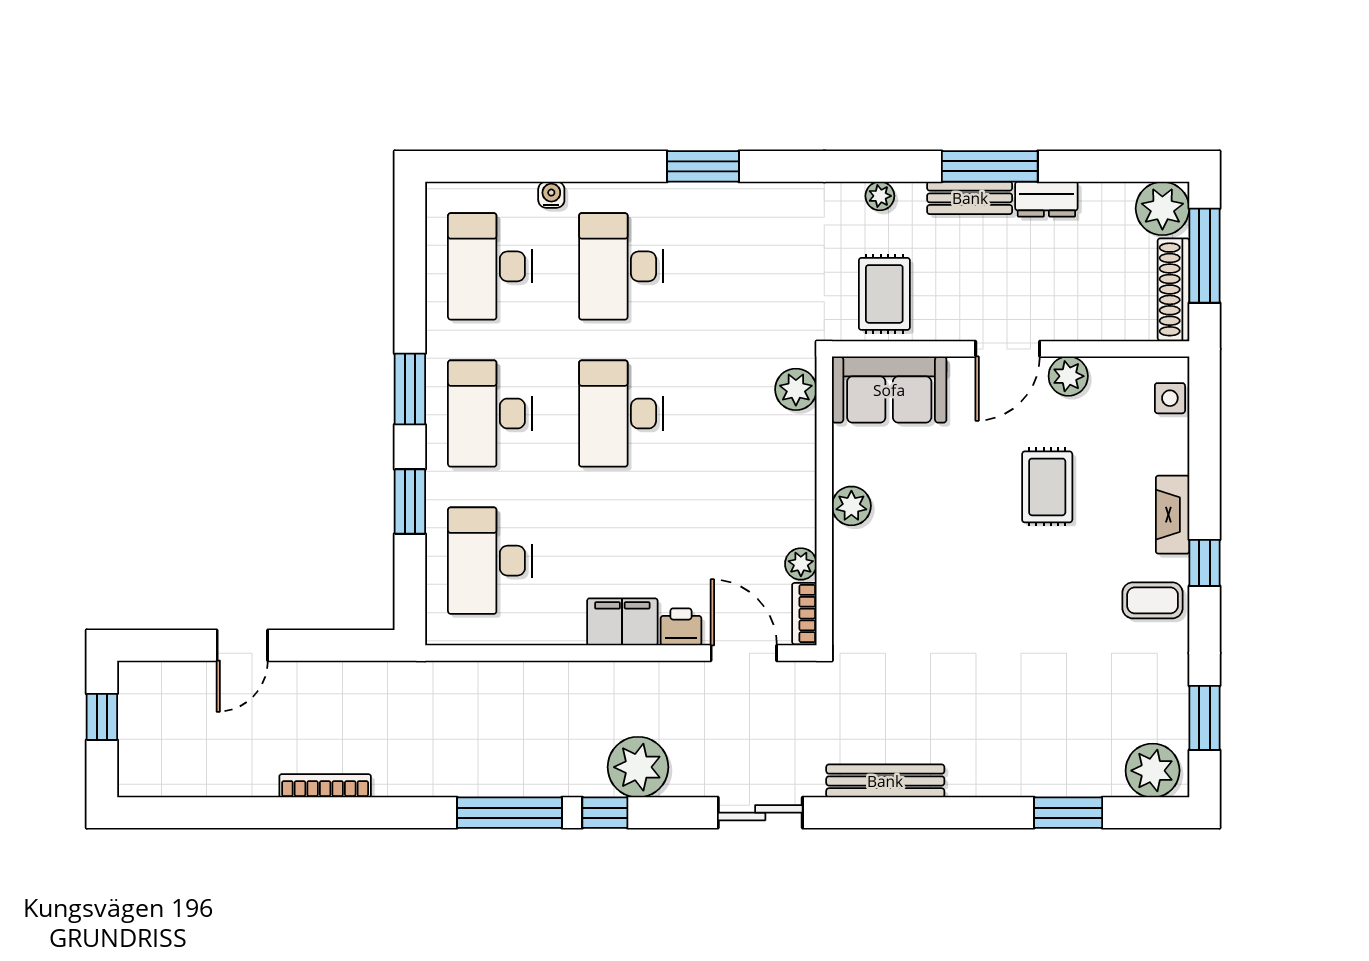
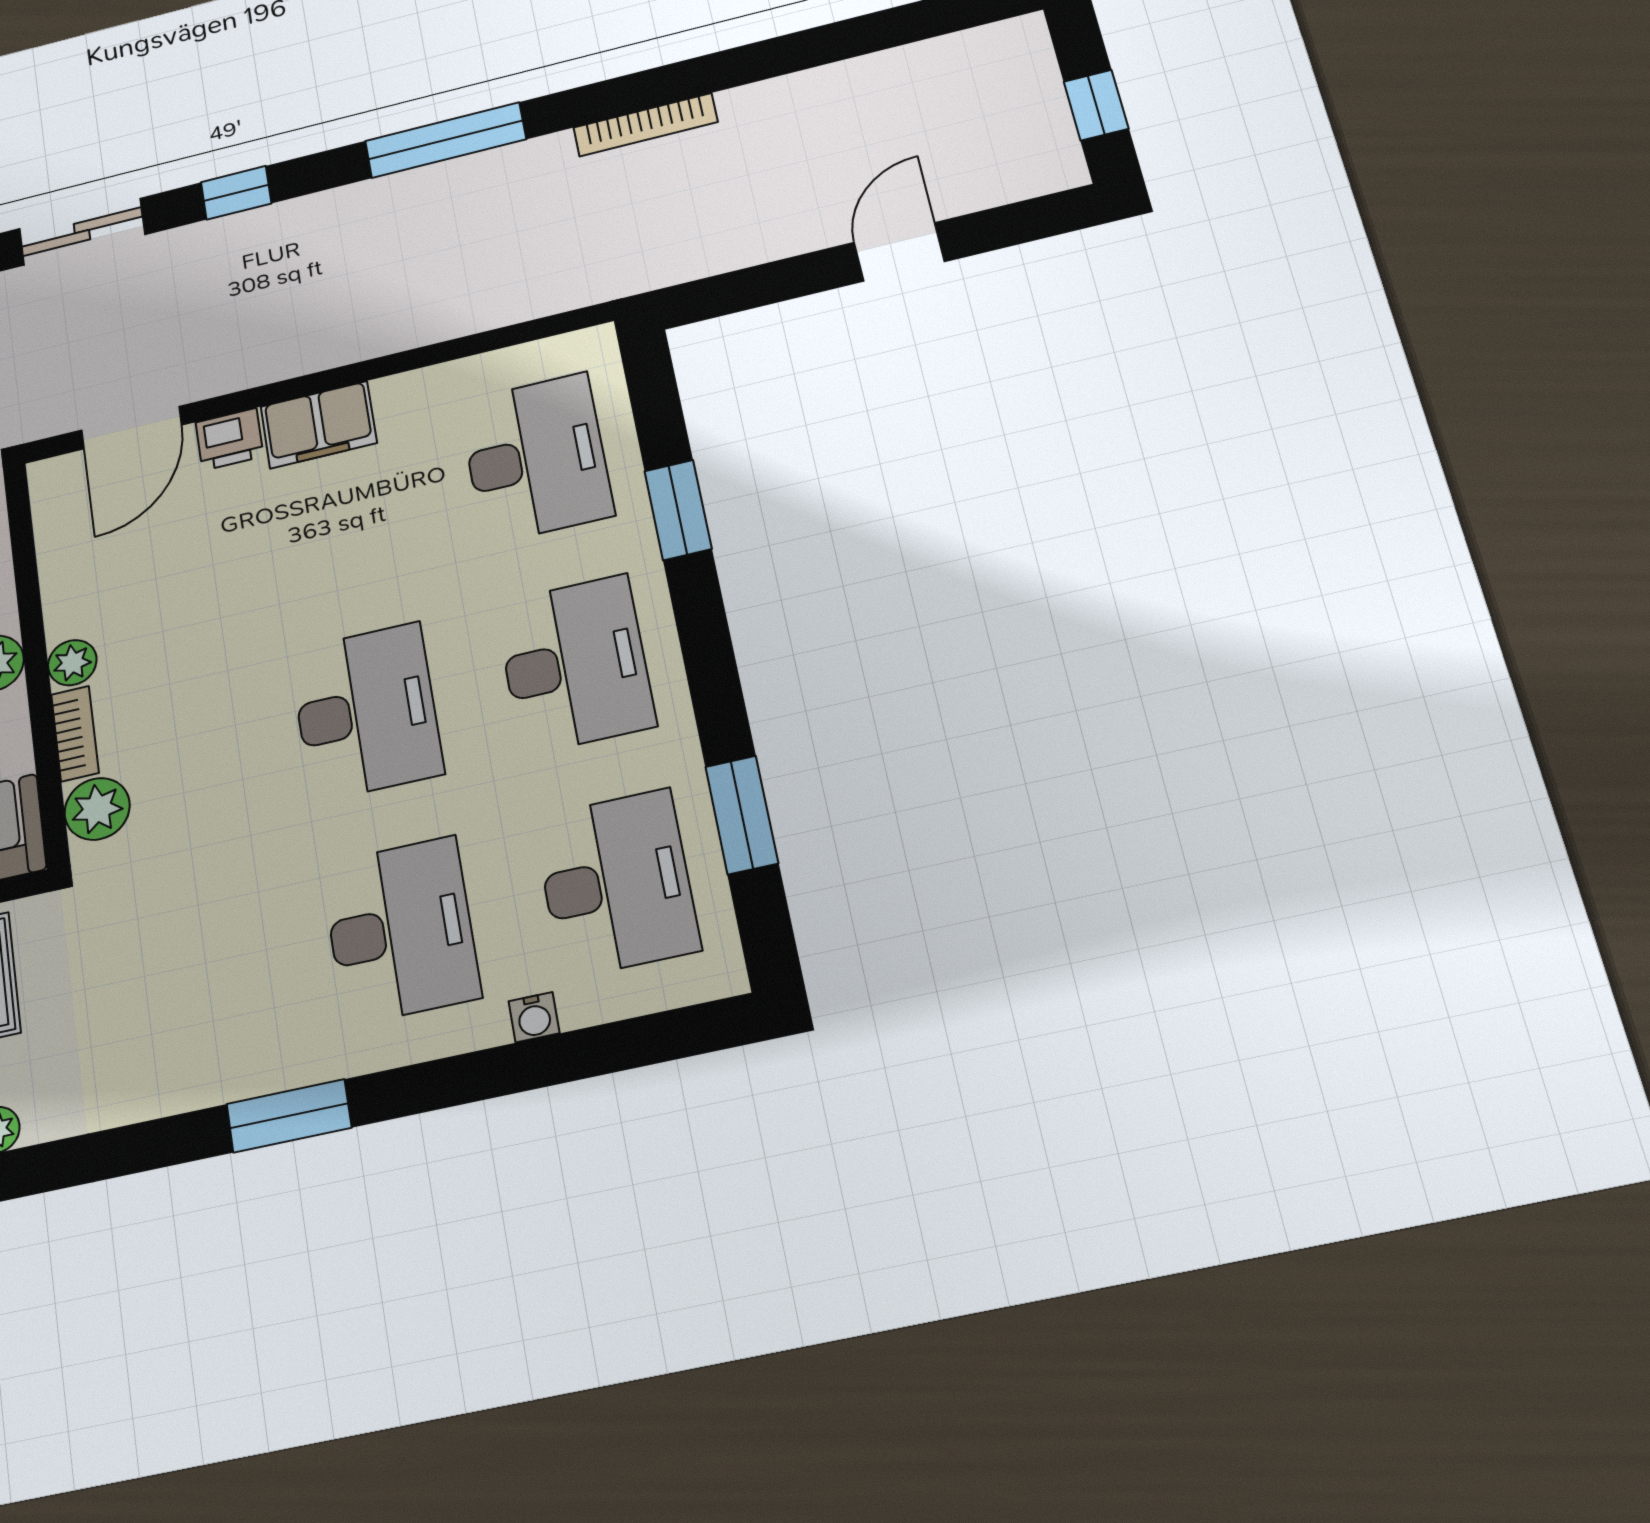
window: (410, 389) -> (742, 815), moved
plant: (801, 564) -> (72, 663), moved
bookcase: (804, 614) -> (75, 734), moved
door: (744, 653) -> (131, 428), hinge flipped
plant: (638, 767) -> (266, 244), removed
bookcase: (325, 786) -> (645, 125), moved
window: (605, 813) -> (236, 193), moved

